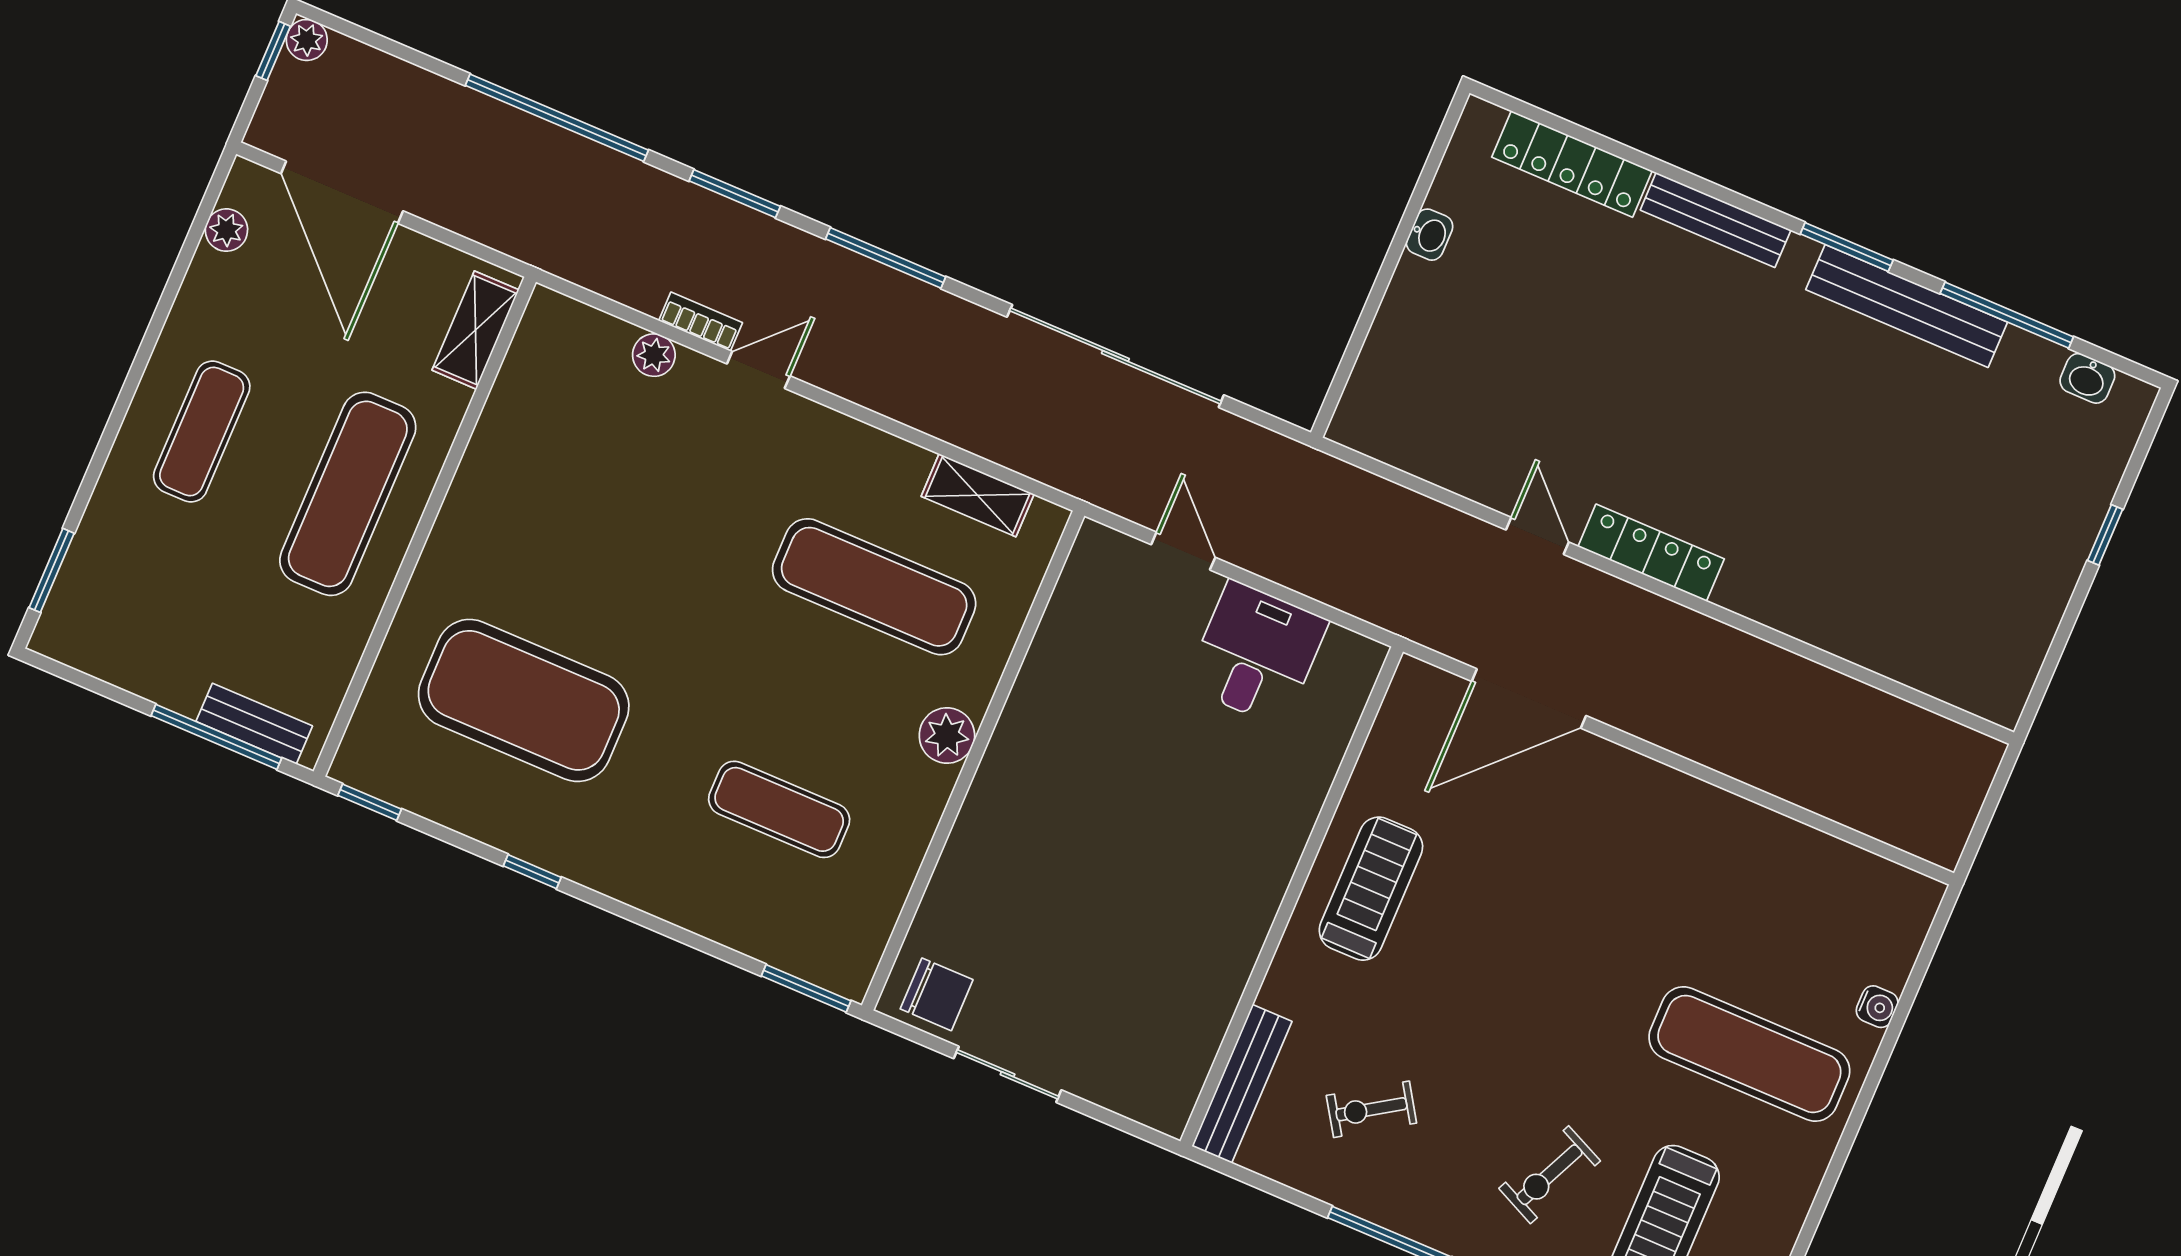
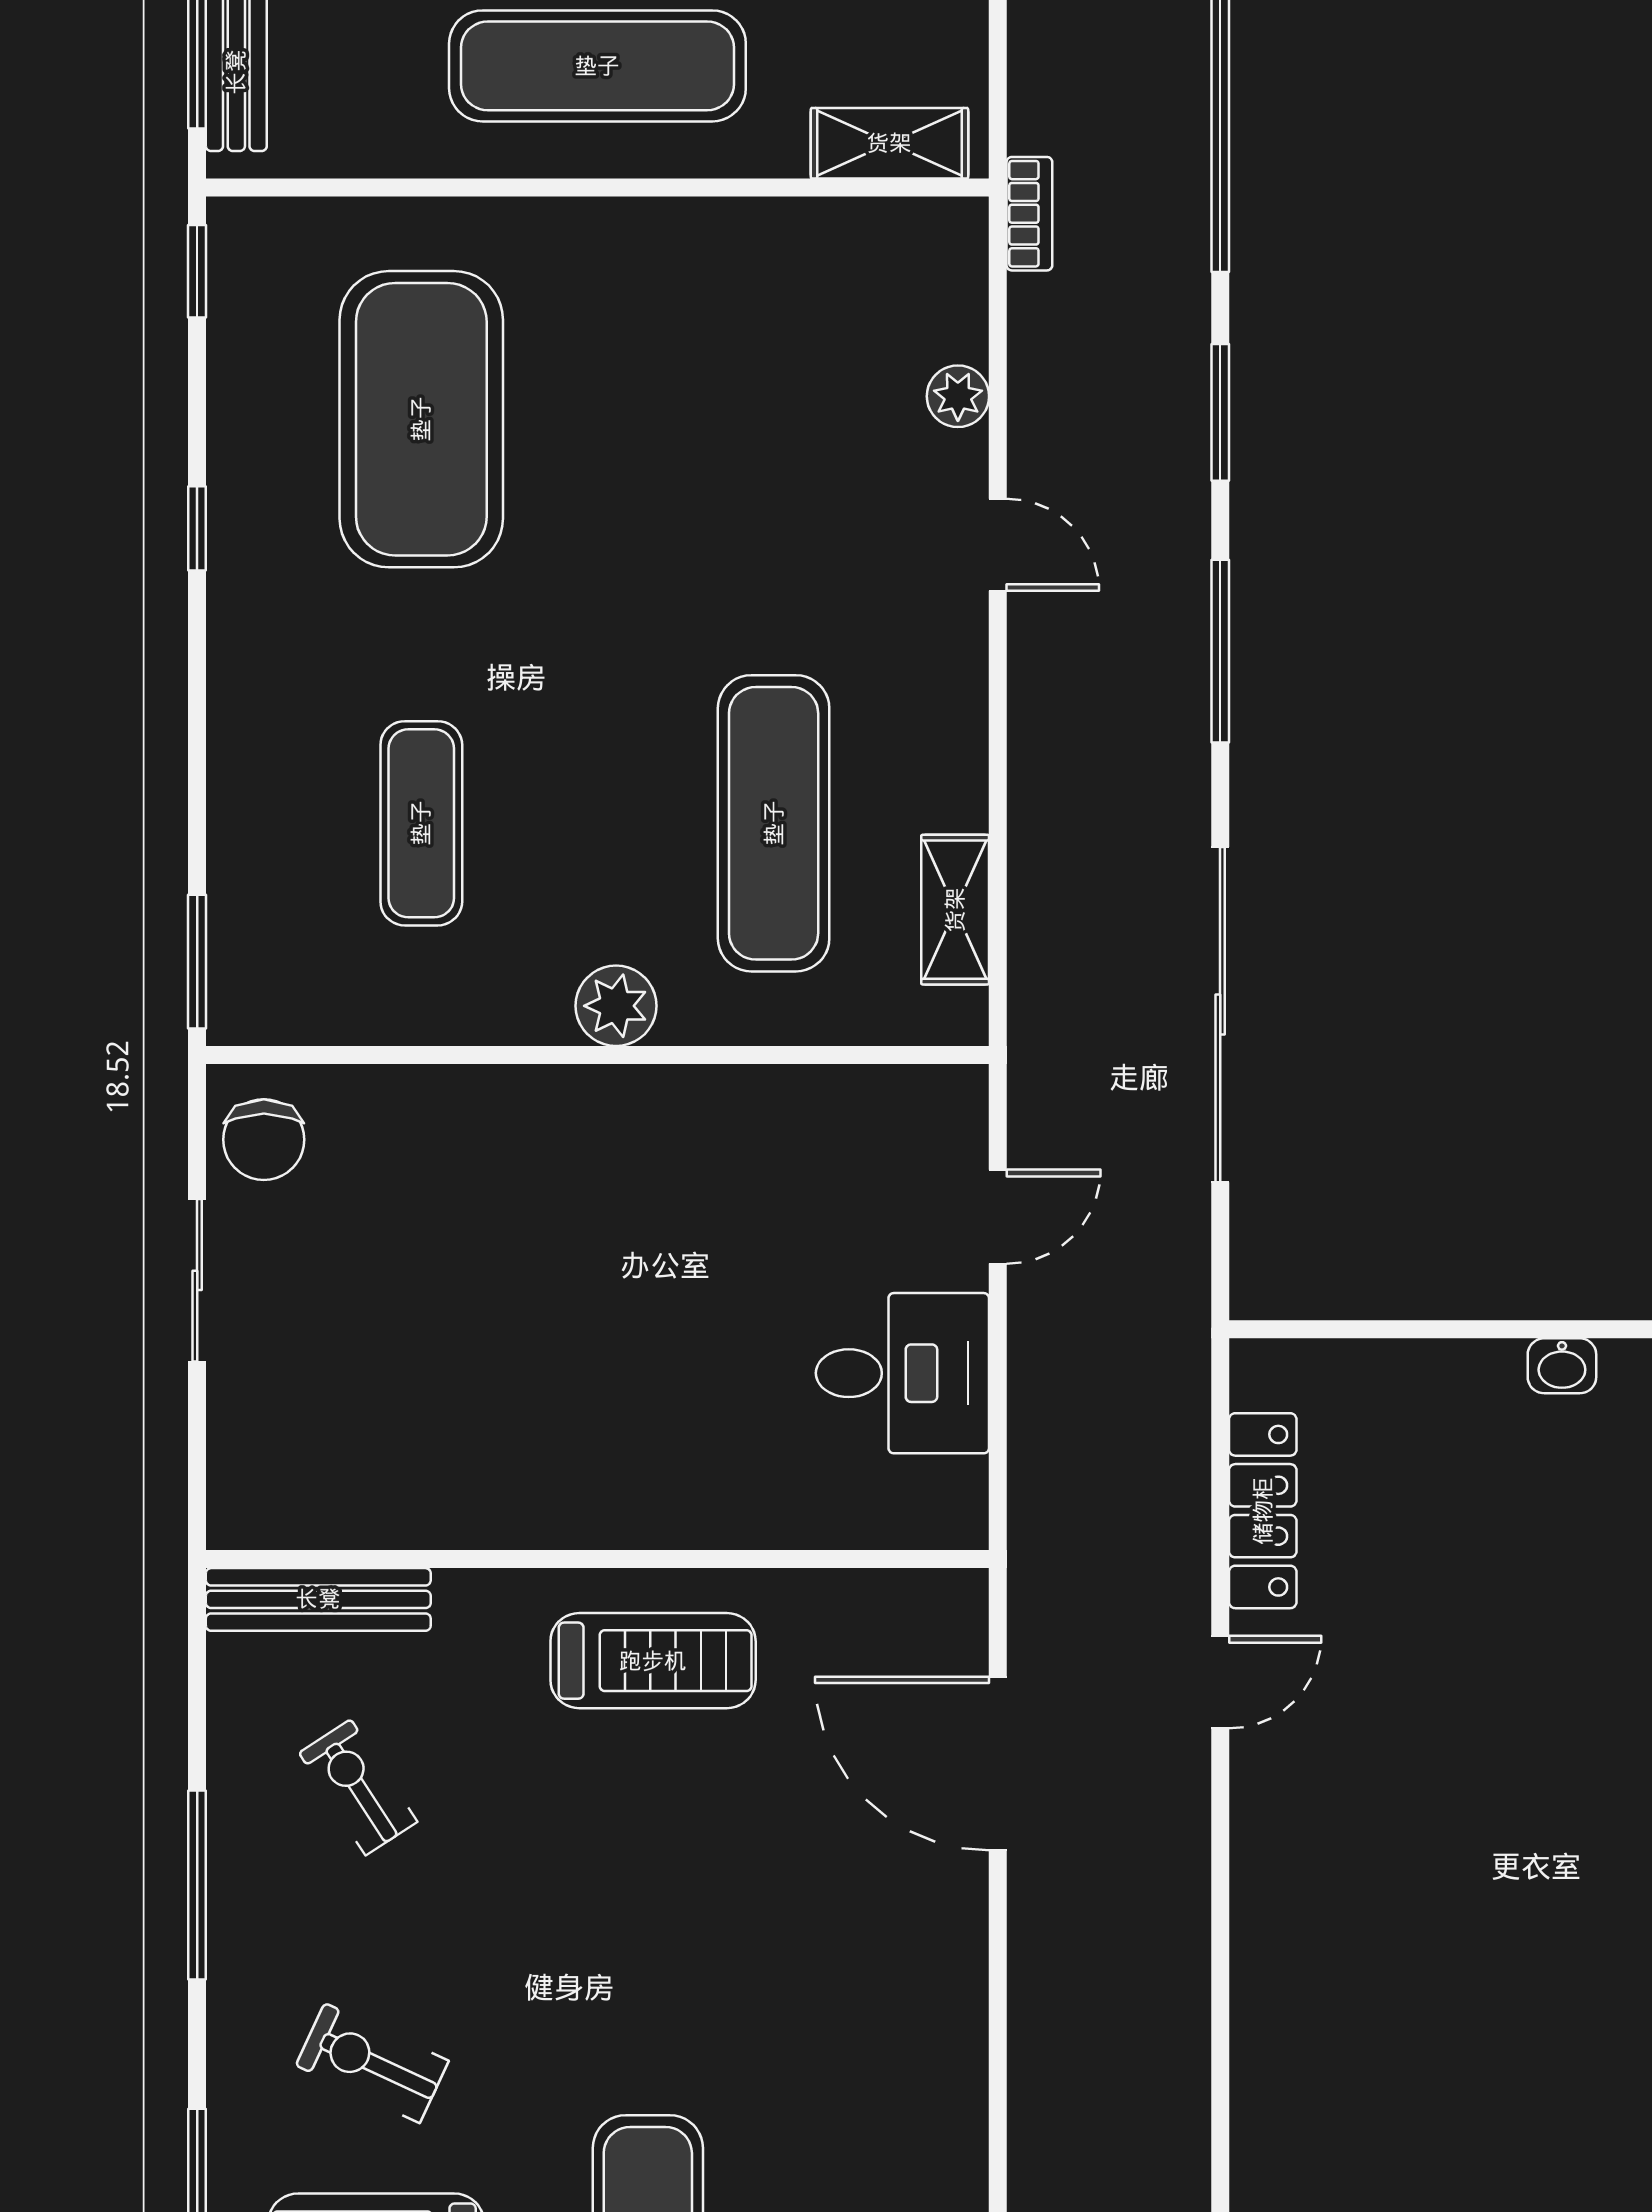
bookcase: (701, 322) -> (1029, 214), moved
locker: (1651, 553) -> (1263, 1511), moved

